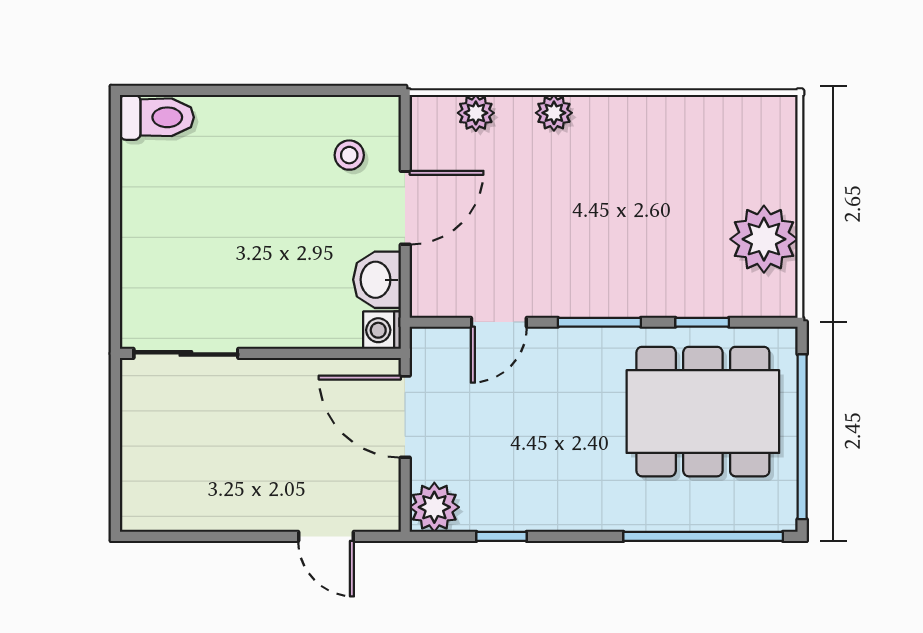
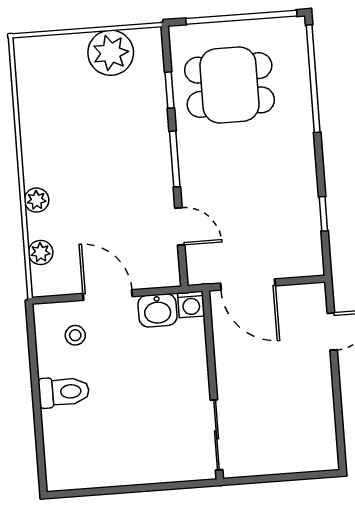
toilet: (157, 117) -> (64, 392), moved, turned 90
dining table: (703, 412) -> (229, 85), width x0.73
door: (405, 417) -> (248, 284), hinge flipped
plant: (434, 507) -> (307, 260), removed

